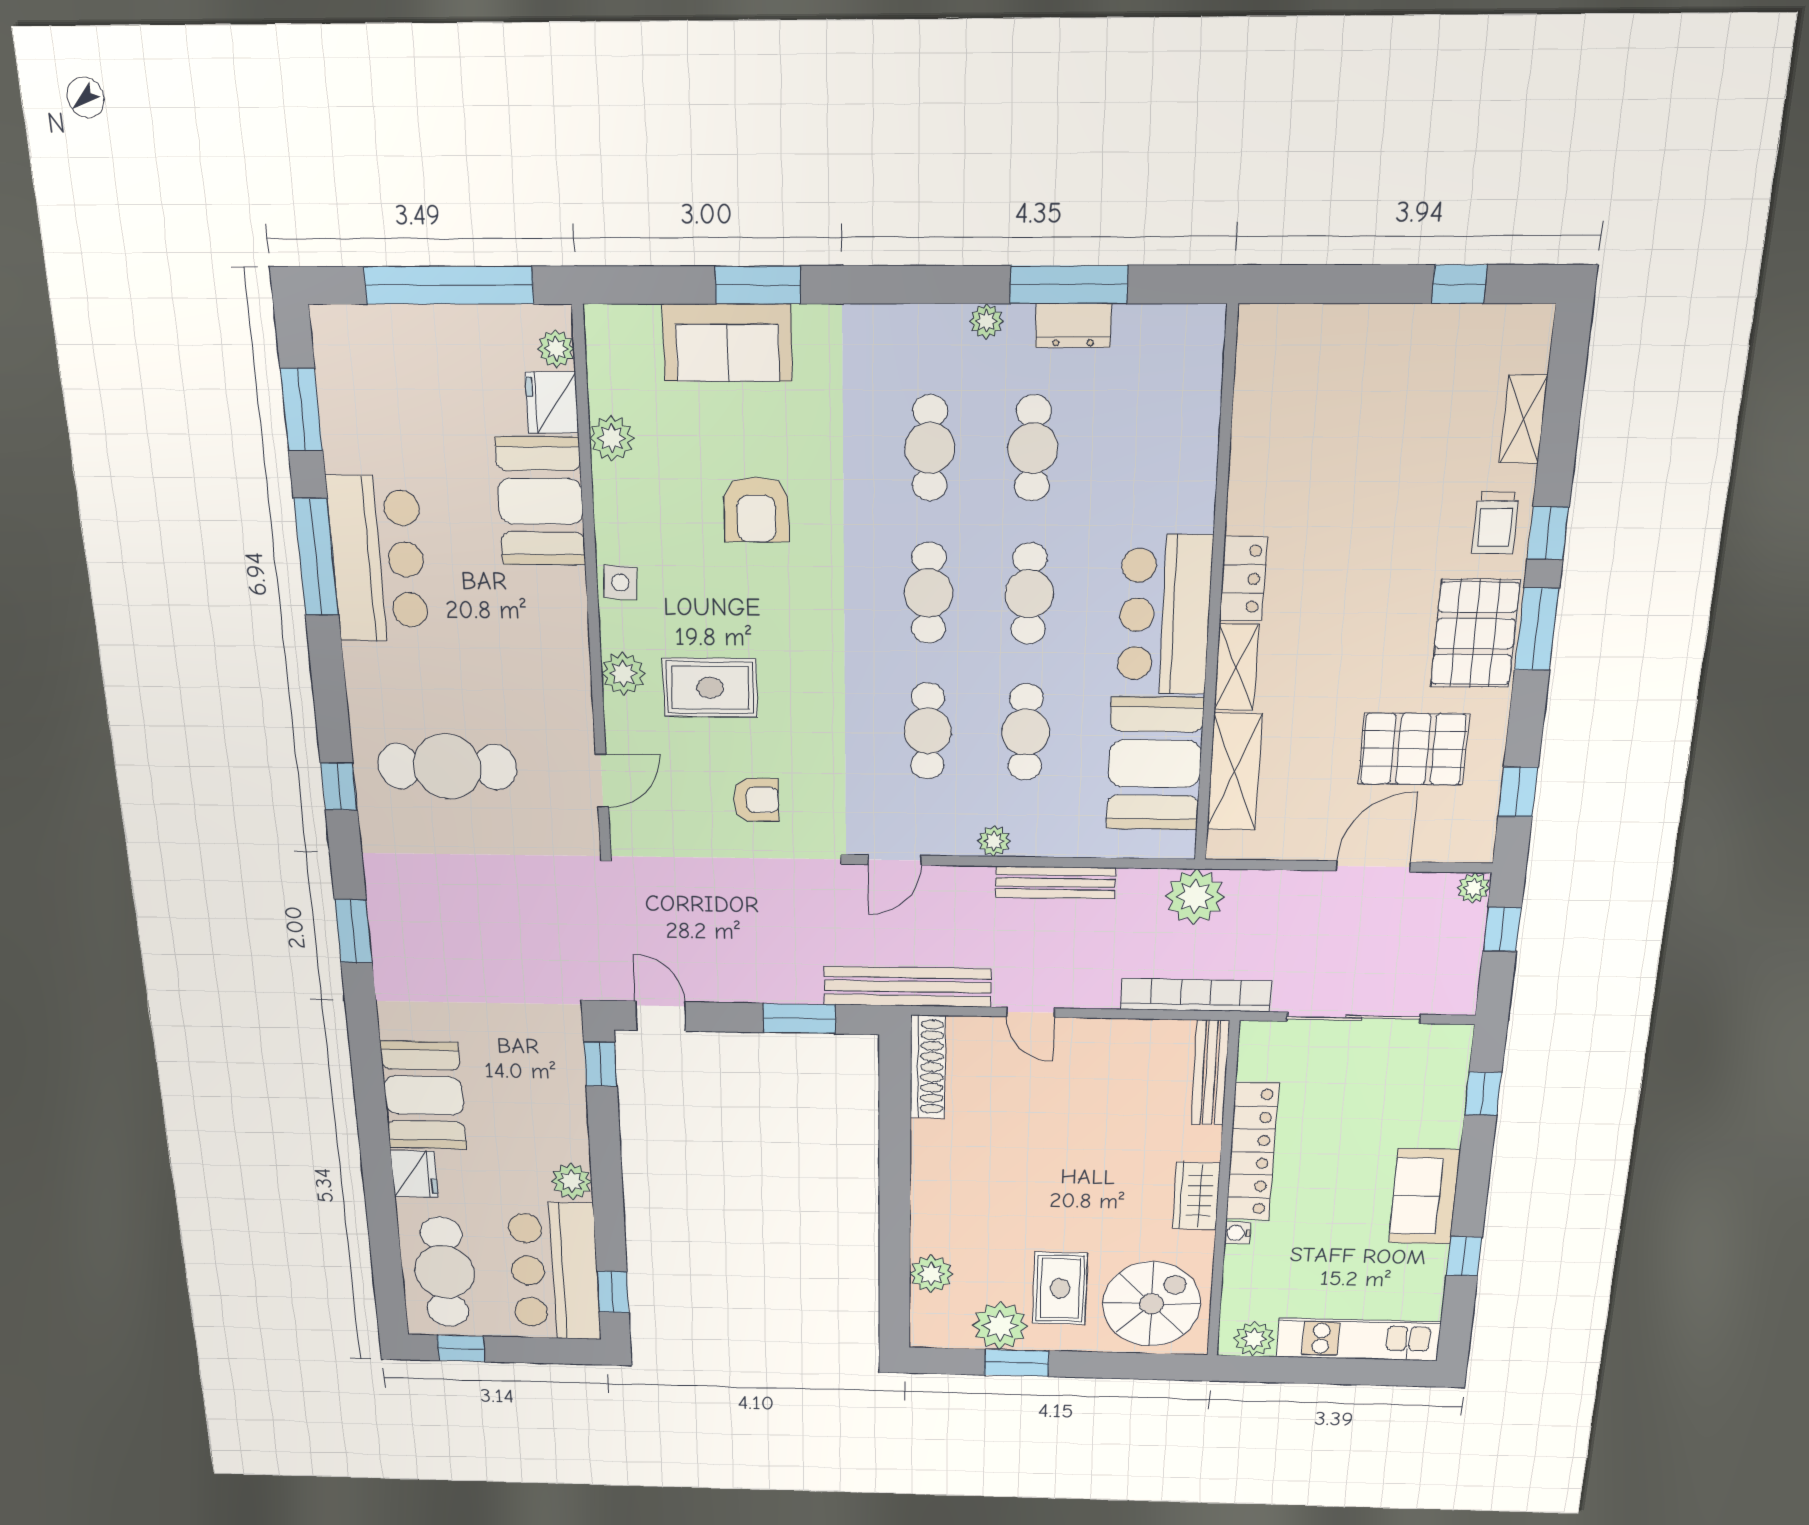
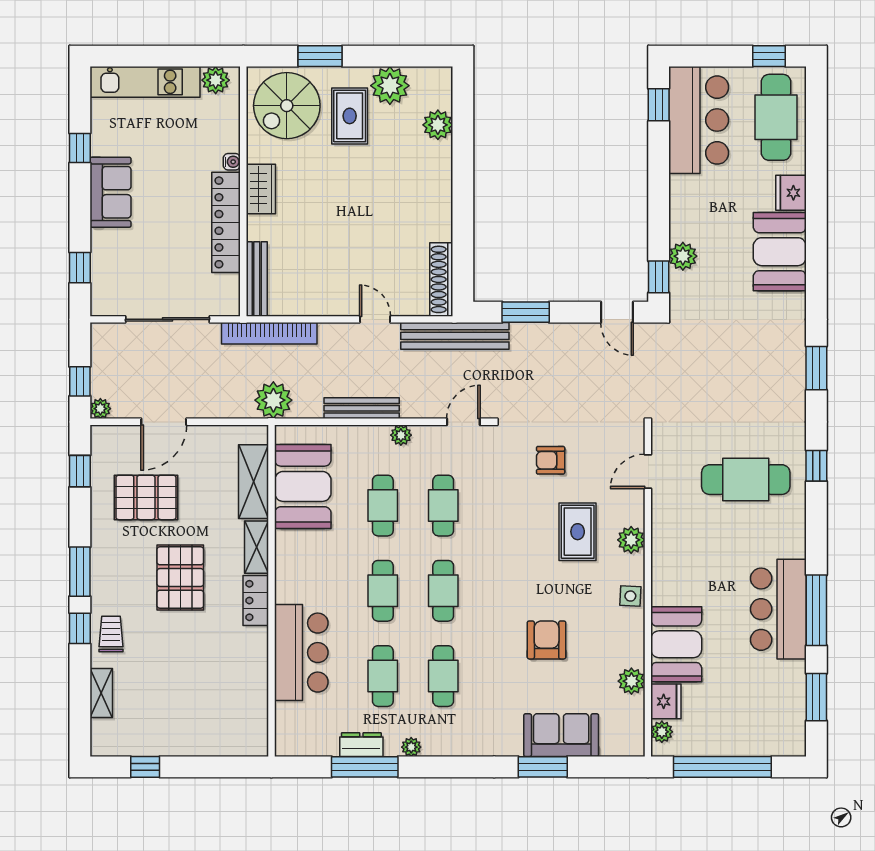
bar counter: (1165, 615) -> (301, 653), moved
pallet: (1475, 634) -> (180, 577), moved
rug: (710, 688) -> (578, 532), turned 90
plant: (572, 1181) -> (683, 256), moved
window: (1017, 1363) -> (320, 56), moved

